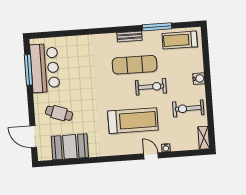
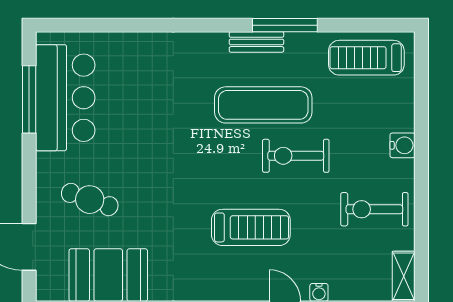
window: (157, 27) -> (285, 25), moved
exercise bike: (151, 87) -> (296, 156), turned 180
treadmill: (133, 121) -> (251, 227), width x0.73, depth x0.73

